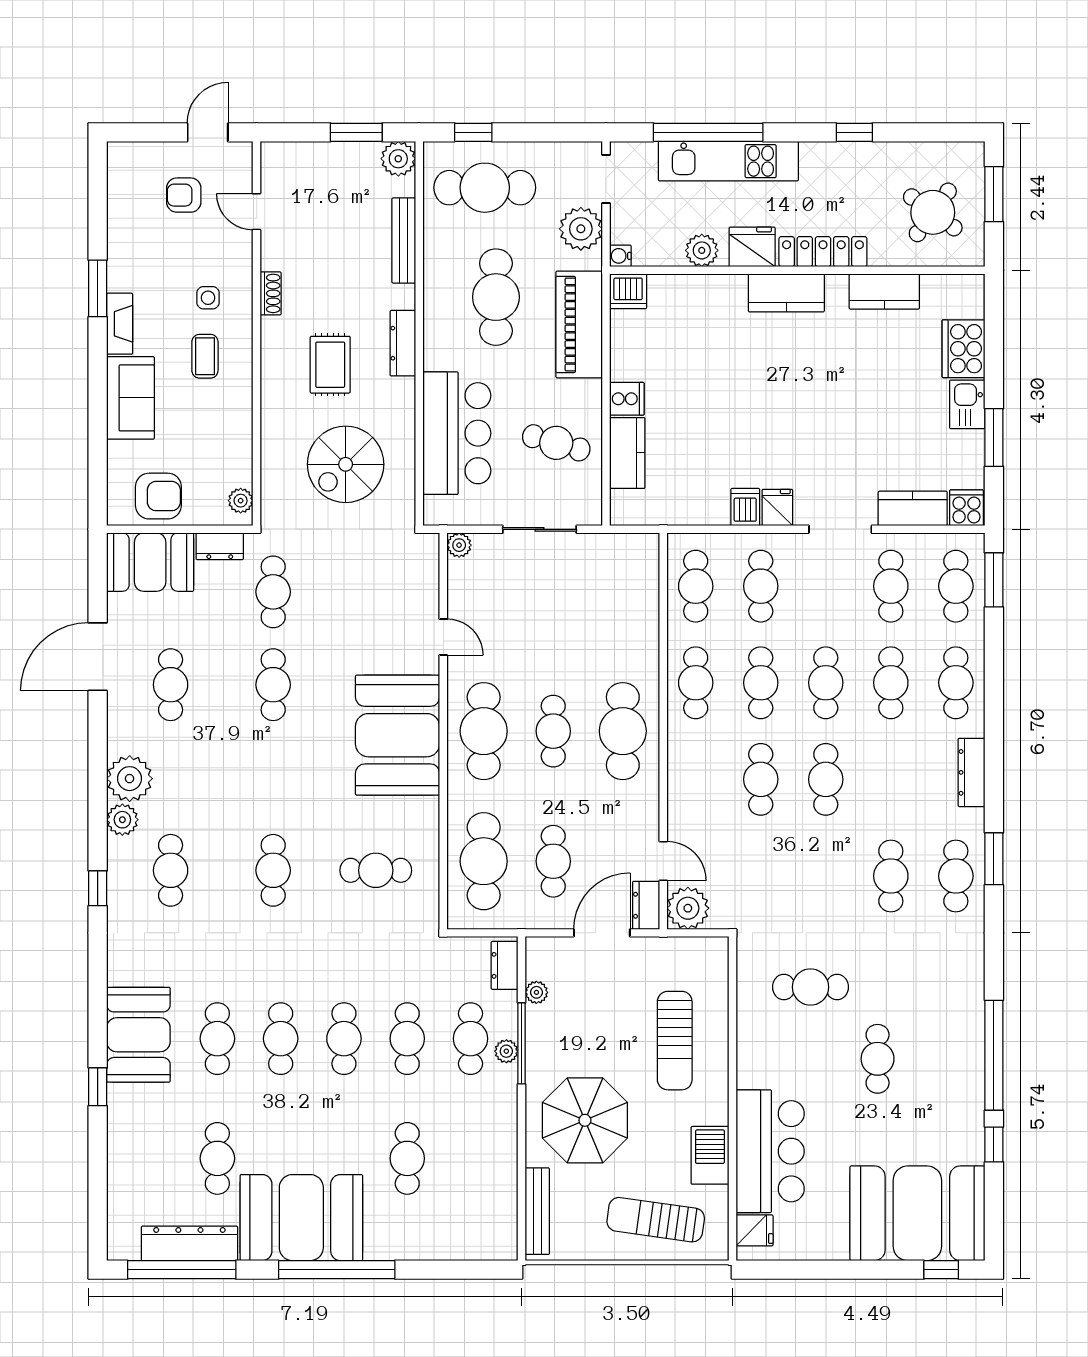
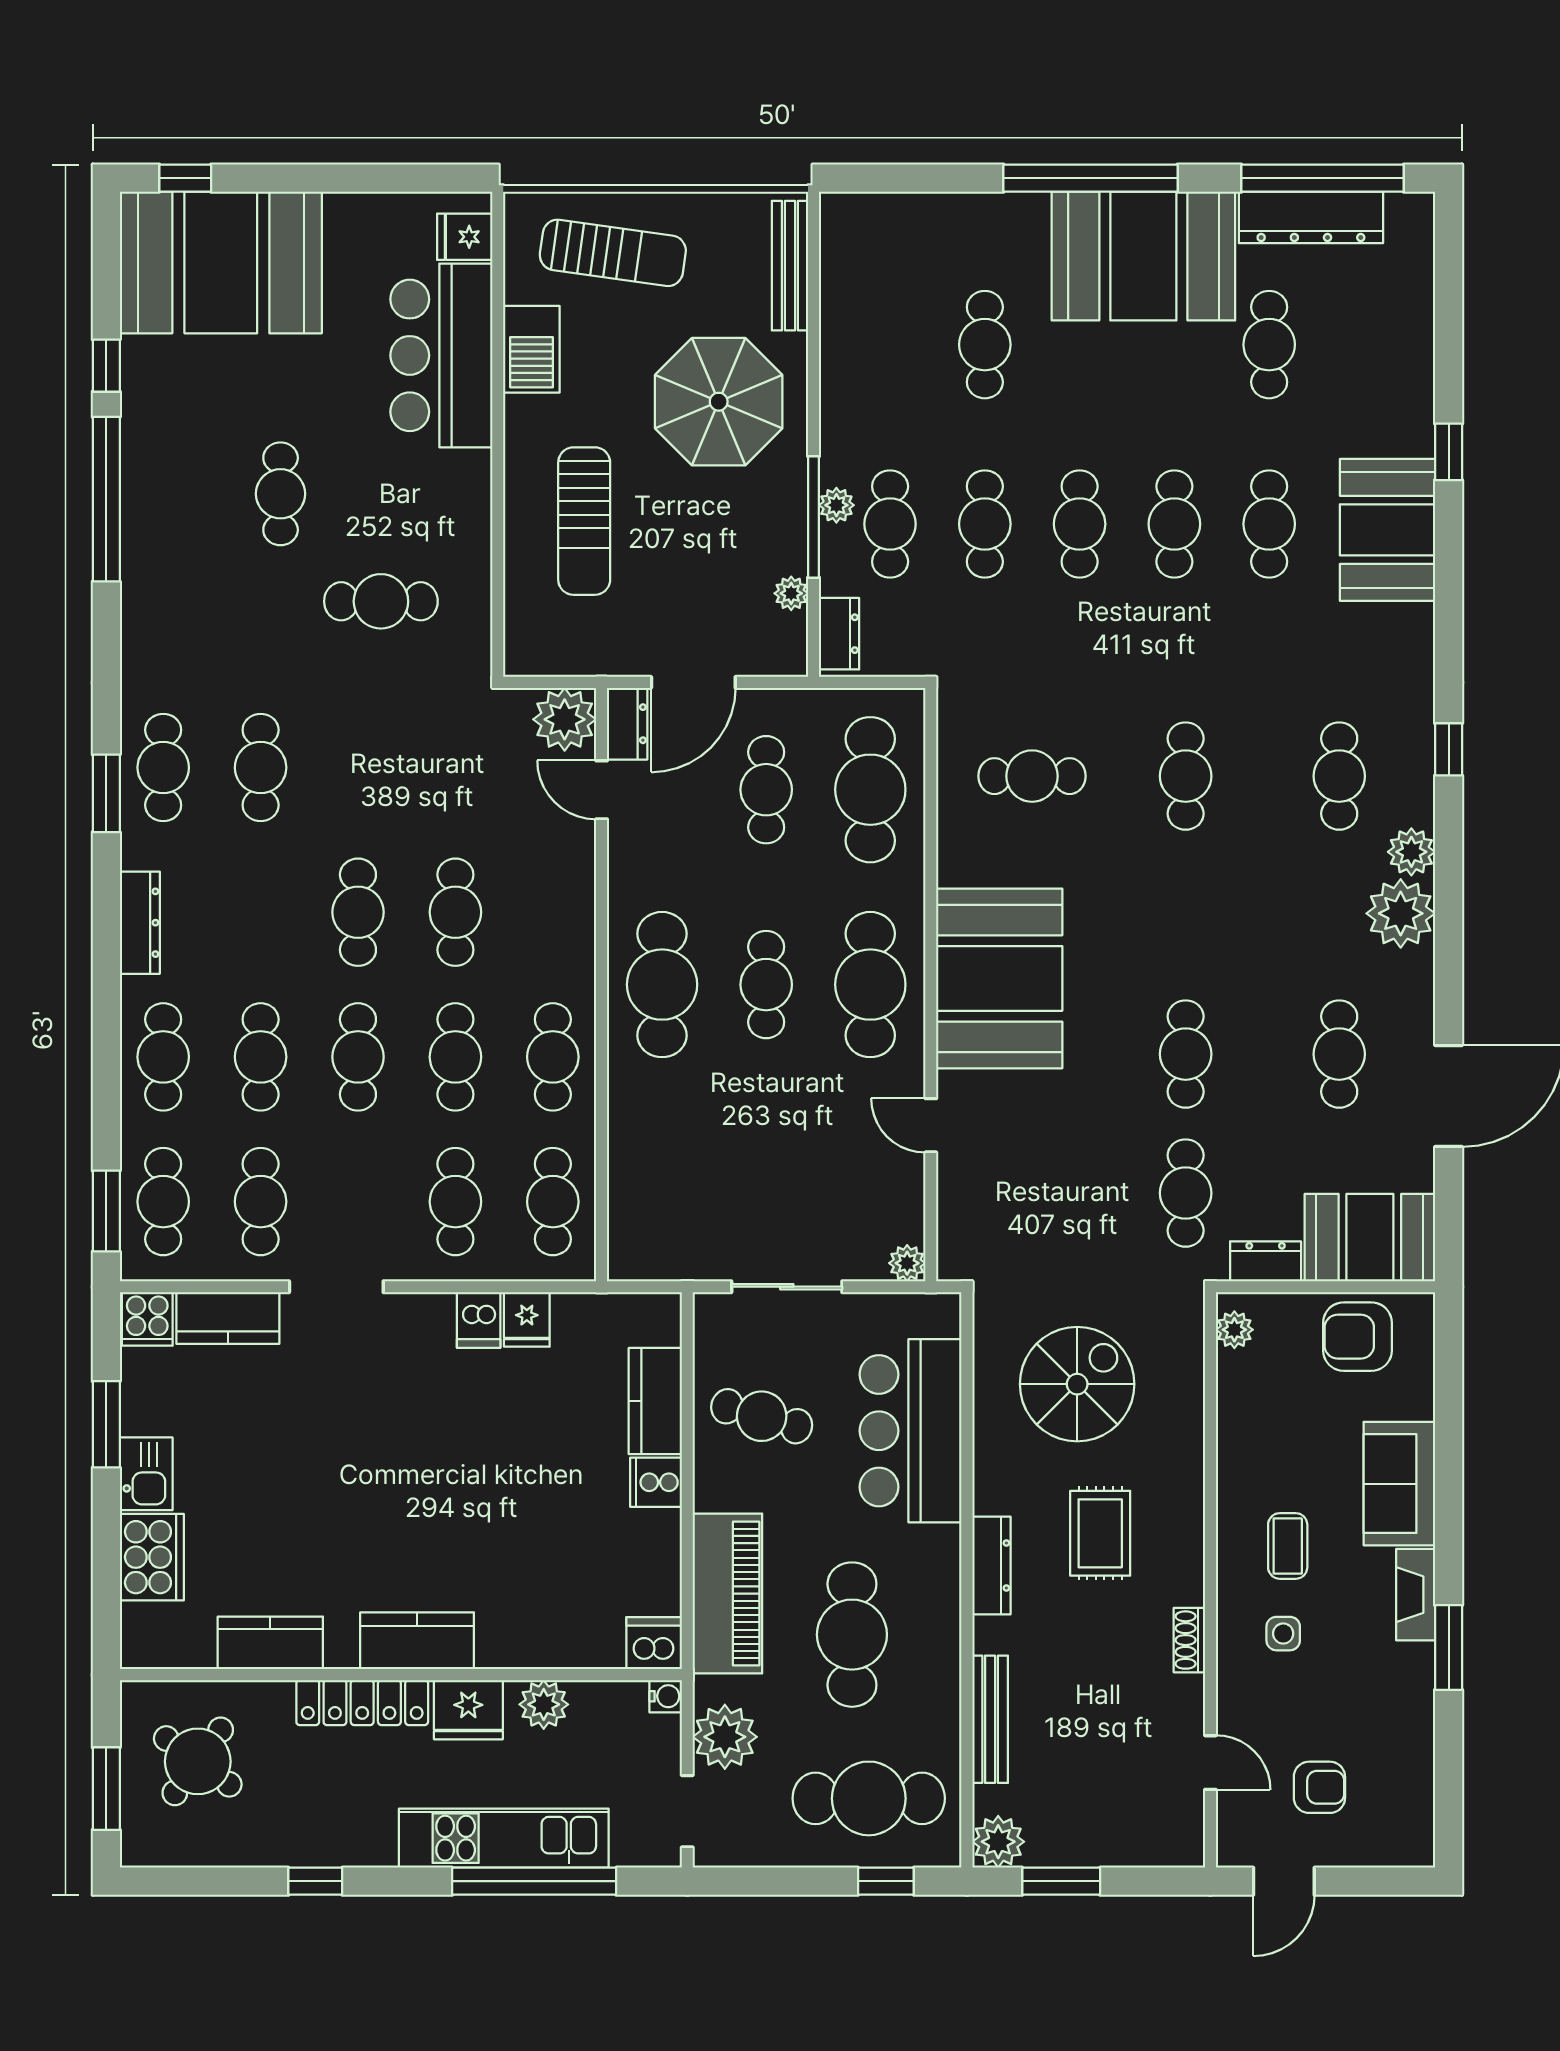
fridge: (777, 507) -> (527, 1319), moved
sun lounger: (675, 1041) -> (584, 521), turned 180

